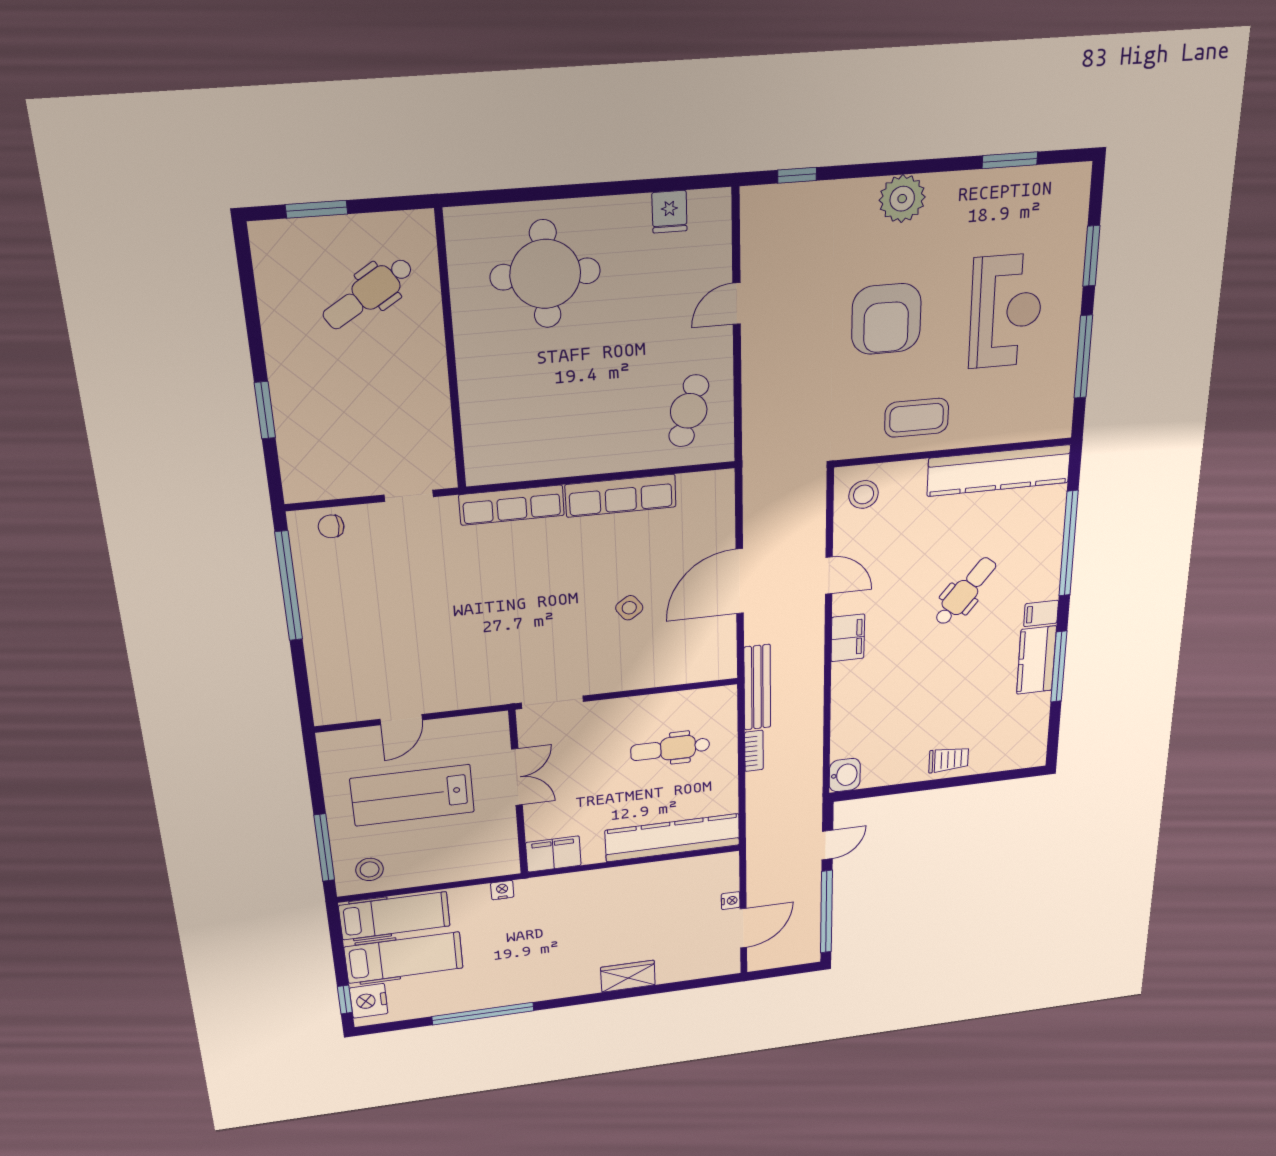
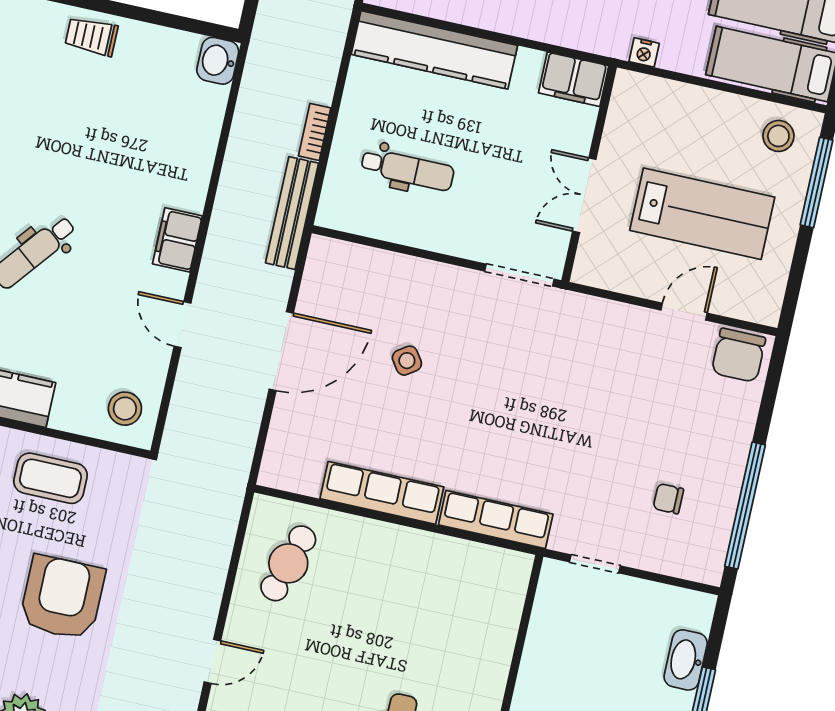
washbasin: (294, 439) -> (686, 660), added
chair: (331, 526) -> (668, 499), moved, turned 180
chair: (341, 702) -> (739, 355), added

